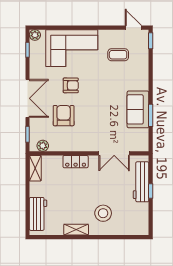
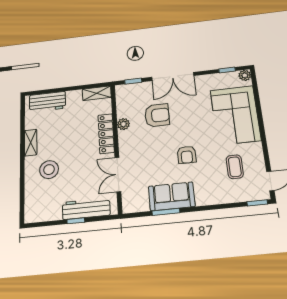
armchair: (71, 85) -> (187, 155), moved
plant: (43, 146) -> (123, 124), moved
locker: (76, 162) -> (106, 134), width x1.53

